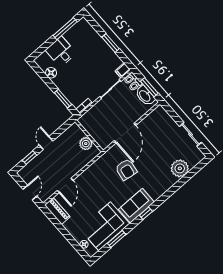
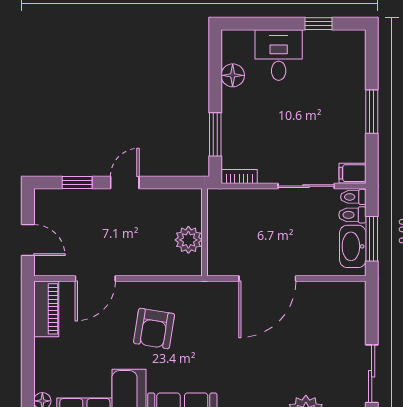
window: (65, 29) -> (318, 24), width x0.46
armchair: (126, 170) -> (154, 329), moved
door: (30, 193) -> (28, 240), hinge flipped

